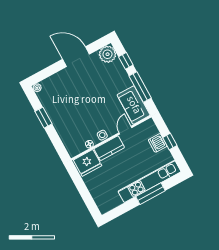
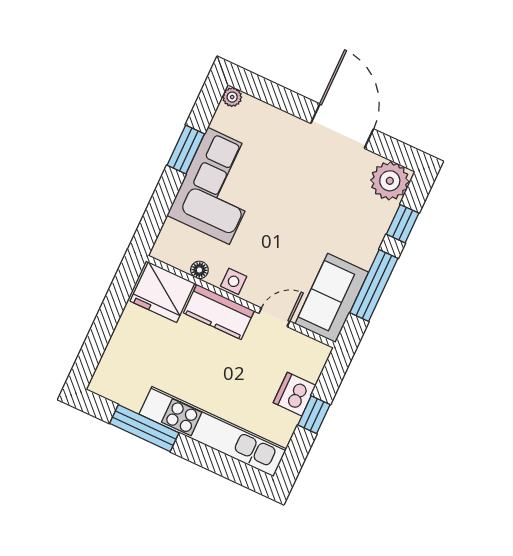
corner sofa: (65, 116) -> (219, 186), added
window: (150, 194) -> (144, 428), moved

